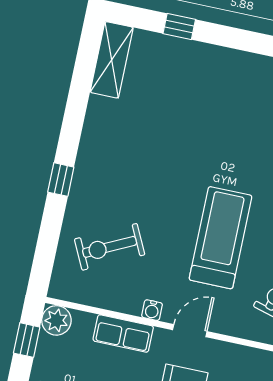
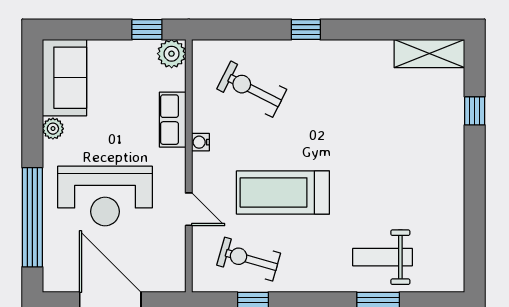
treadmill: (221, 238) -> (283, 192), turned 180
exercise bike: (110, 247) -> (252, 89), turned -37
door: (190, 331) -> (189, 209), moved

